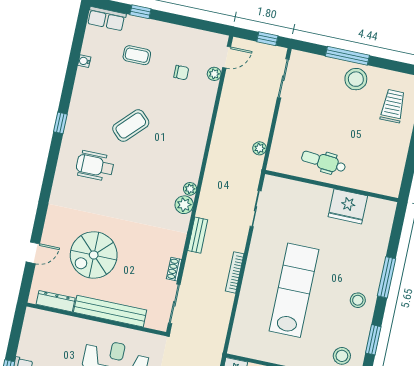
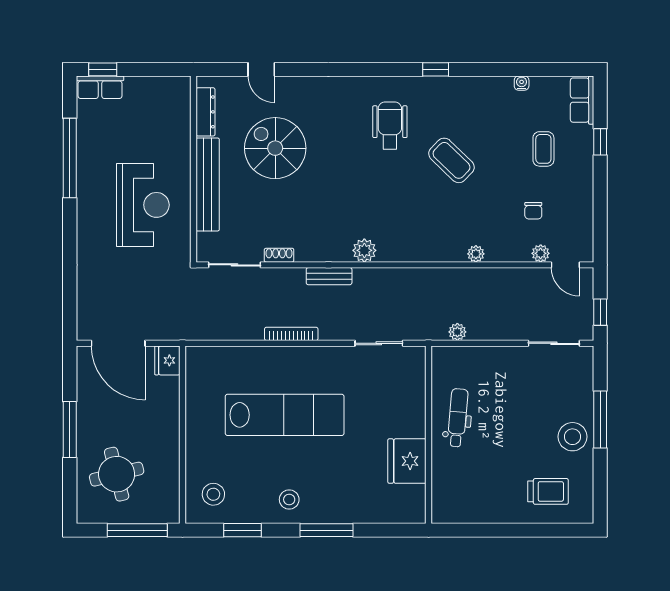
plant: (190, 189) -> (476, 254), moved

